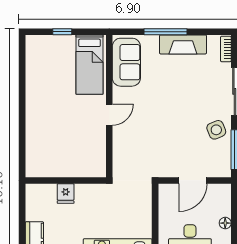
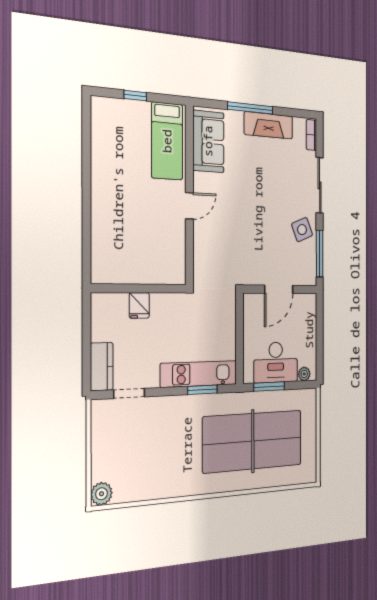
floor lamp: (225, 223) -> (311, 340), removed

